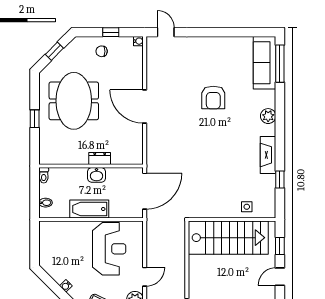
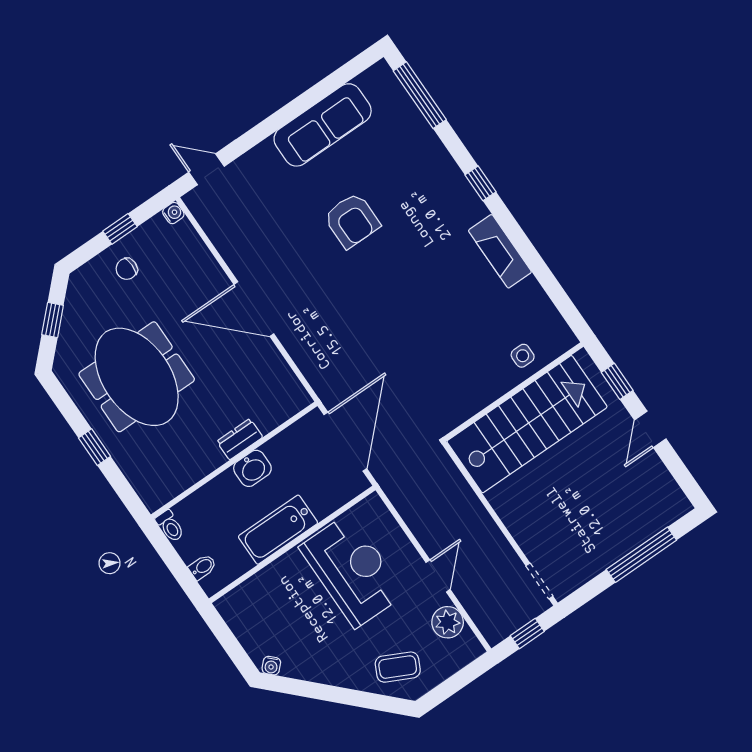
sofa: (265, 63) -> (323, 125), moved, turned -90
plant: (268, 116) -> (458, 190), removed
window: (280, 179) -> (481, 183), moved
water cooler: (66, 286) -> (271, 666), moved

